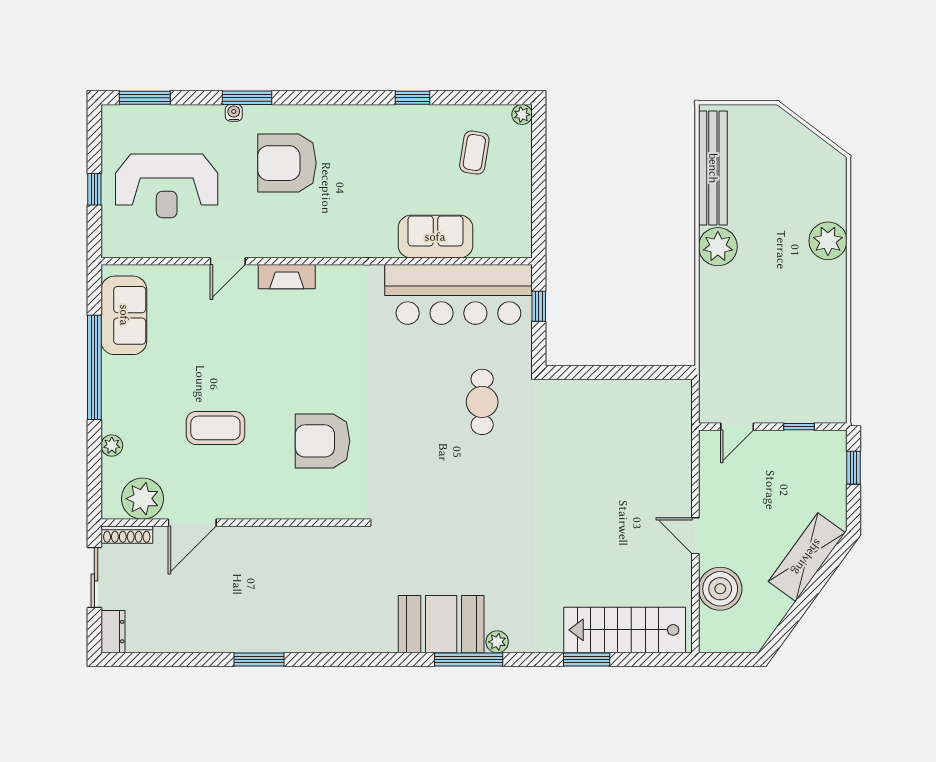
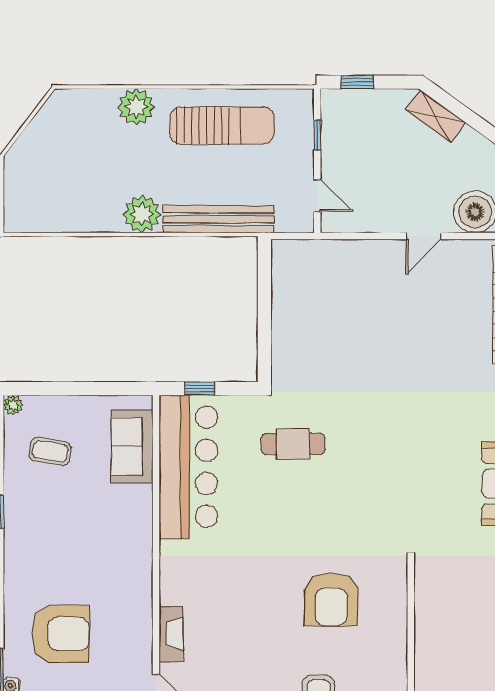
armchair: (287, 163) -> (60, 634), turned -90
bench: (713, 168) -> (218, 219), moved
sofa: (435, 237) -> (132, 447), moved
sun lounger: (809, 329) -> (222, 126), added
shelving: (807, 557) -> (435, 116), width x0.67, depth x0.75

